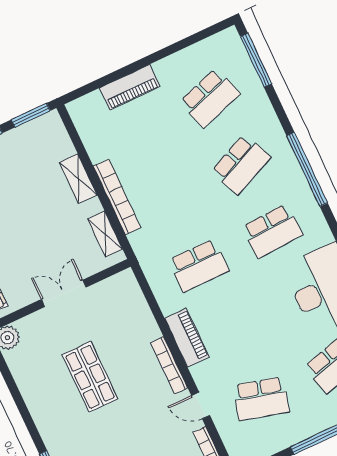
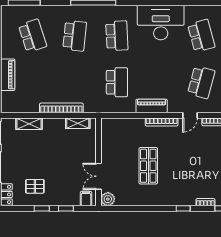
school desk: (241, 164) -> (75, 36), turned 30
shelving: (78, 179) -> (29, 124), moved
double door: (64, 293) -> (99, 176), moved
shop shelf: (90, 377) -> (148, 166), turned 90

